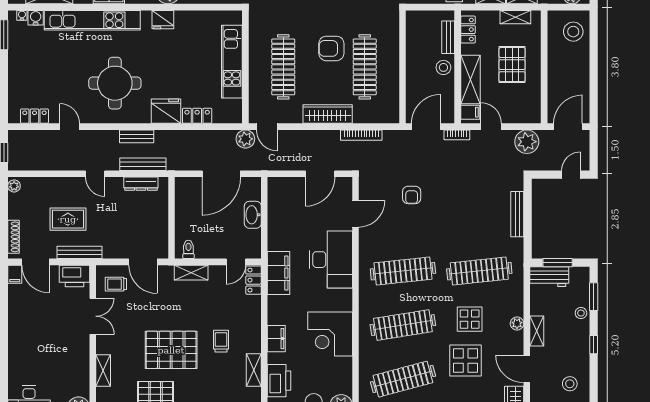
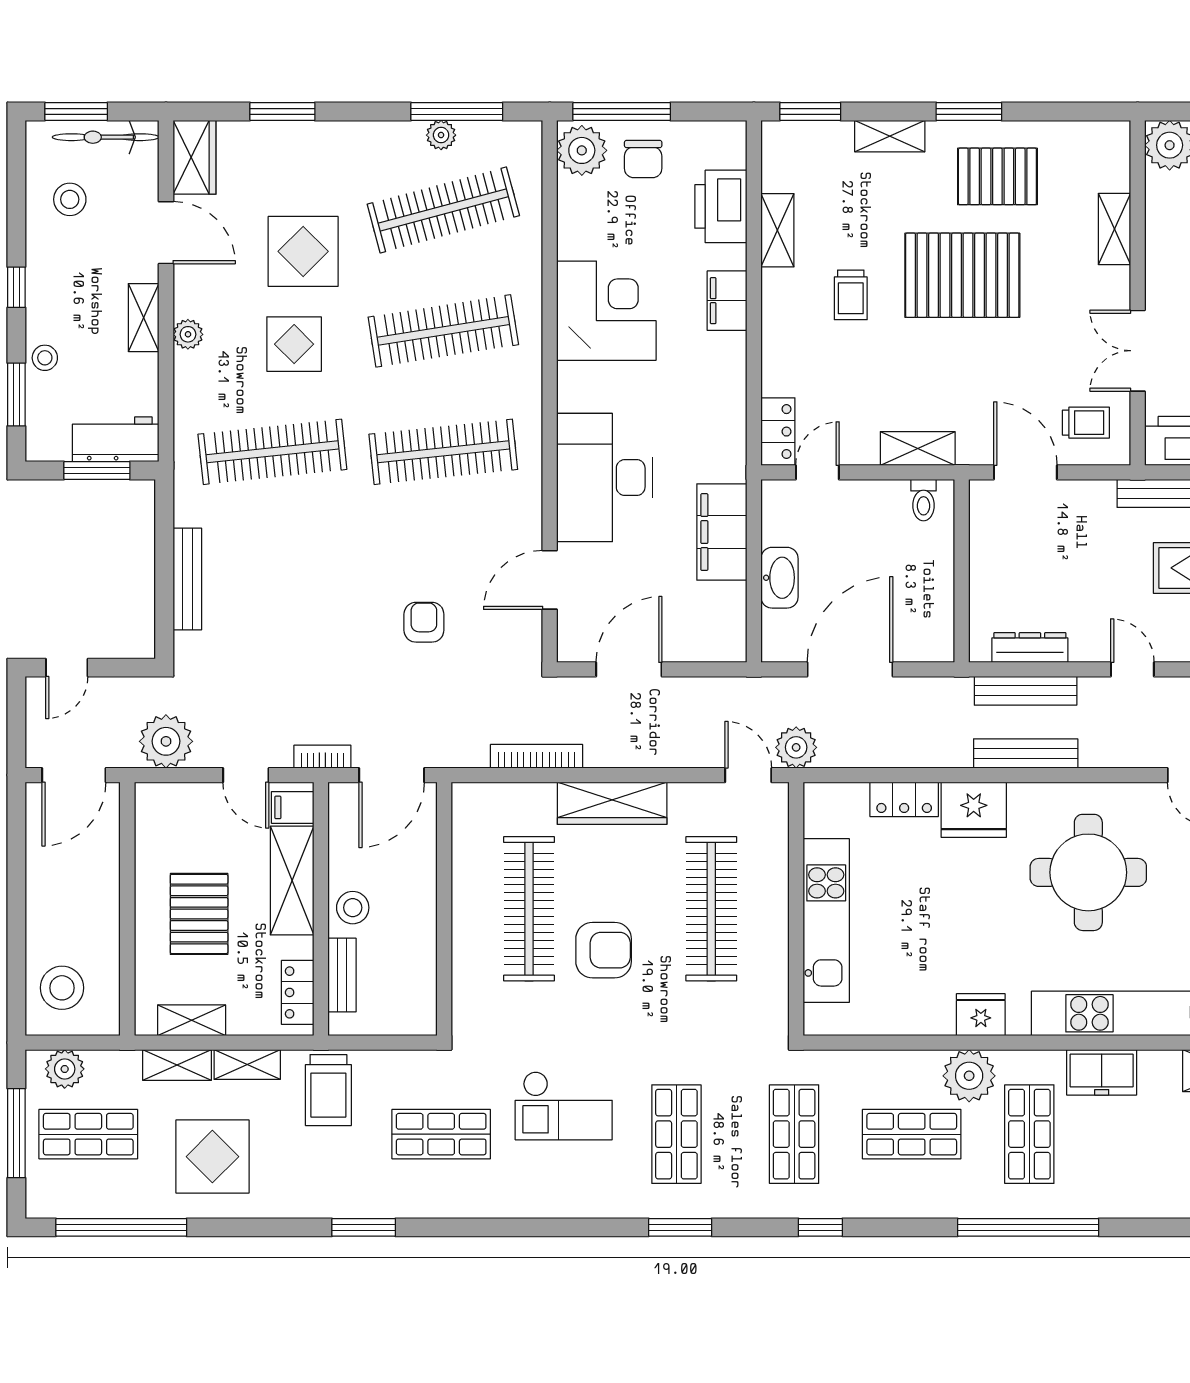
bench: (137, 136) -> (1026, 753), width x1.36
filing cabinet: (279, 273) -> (722, 532), moved

